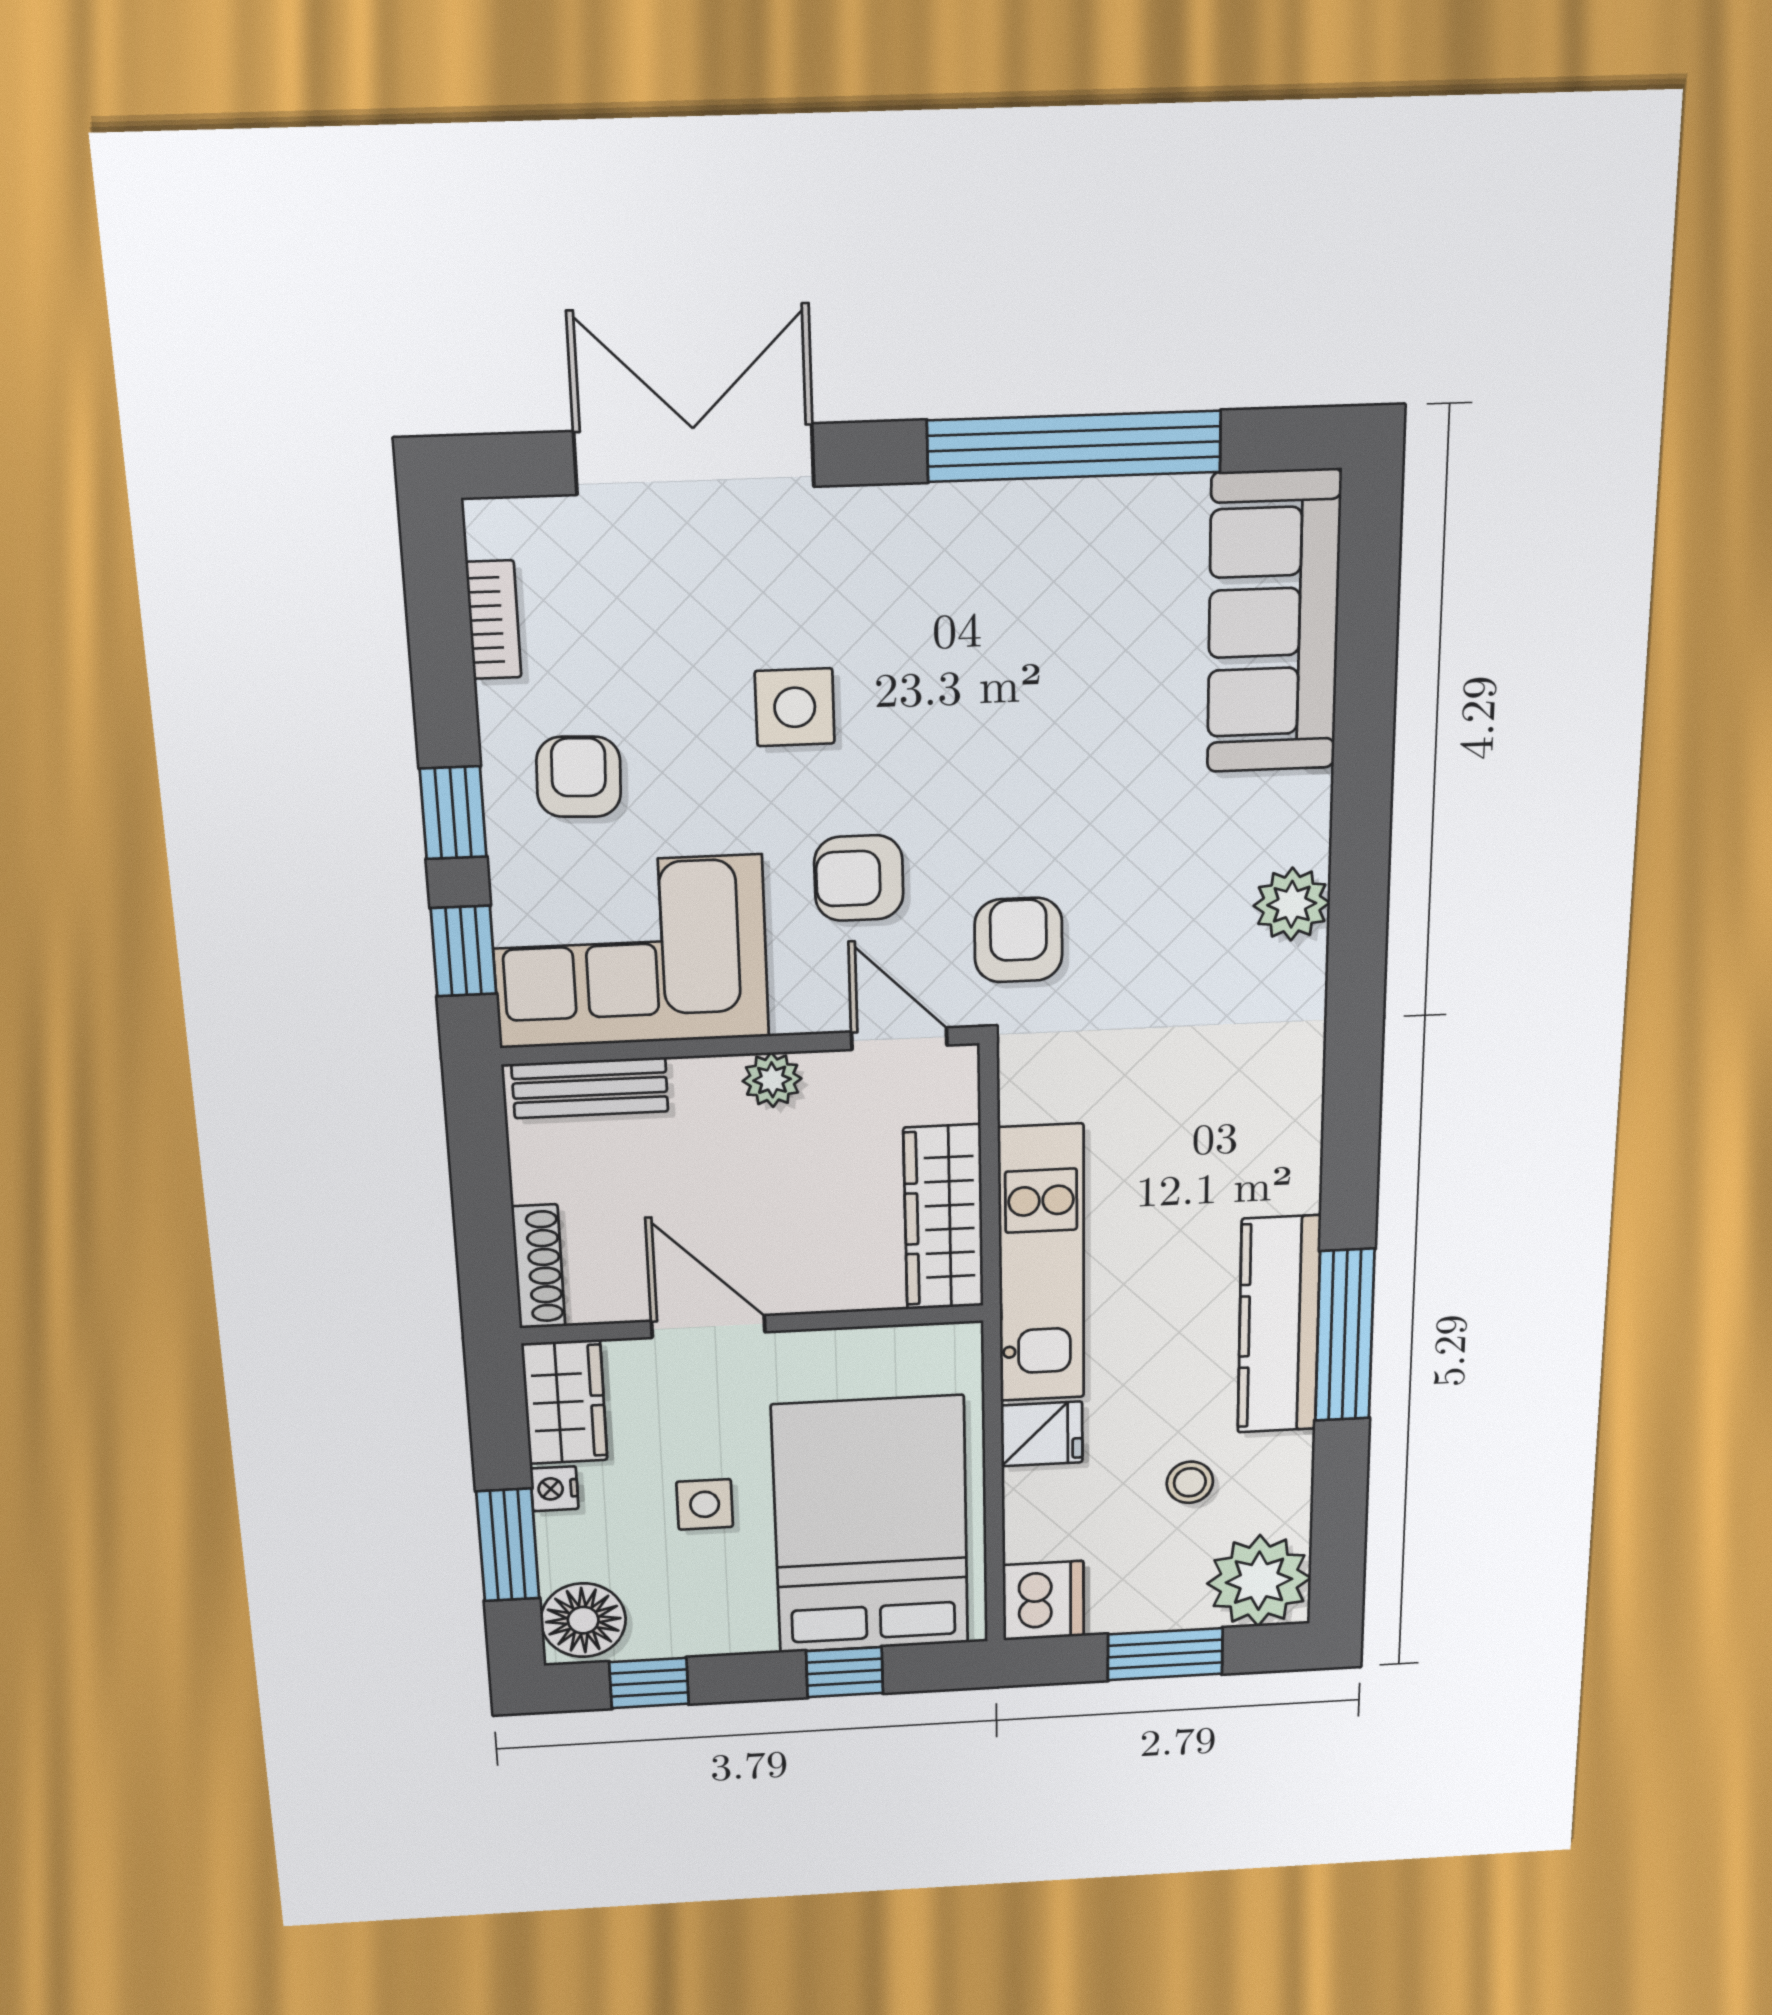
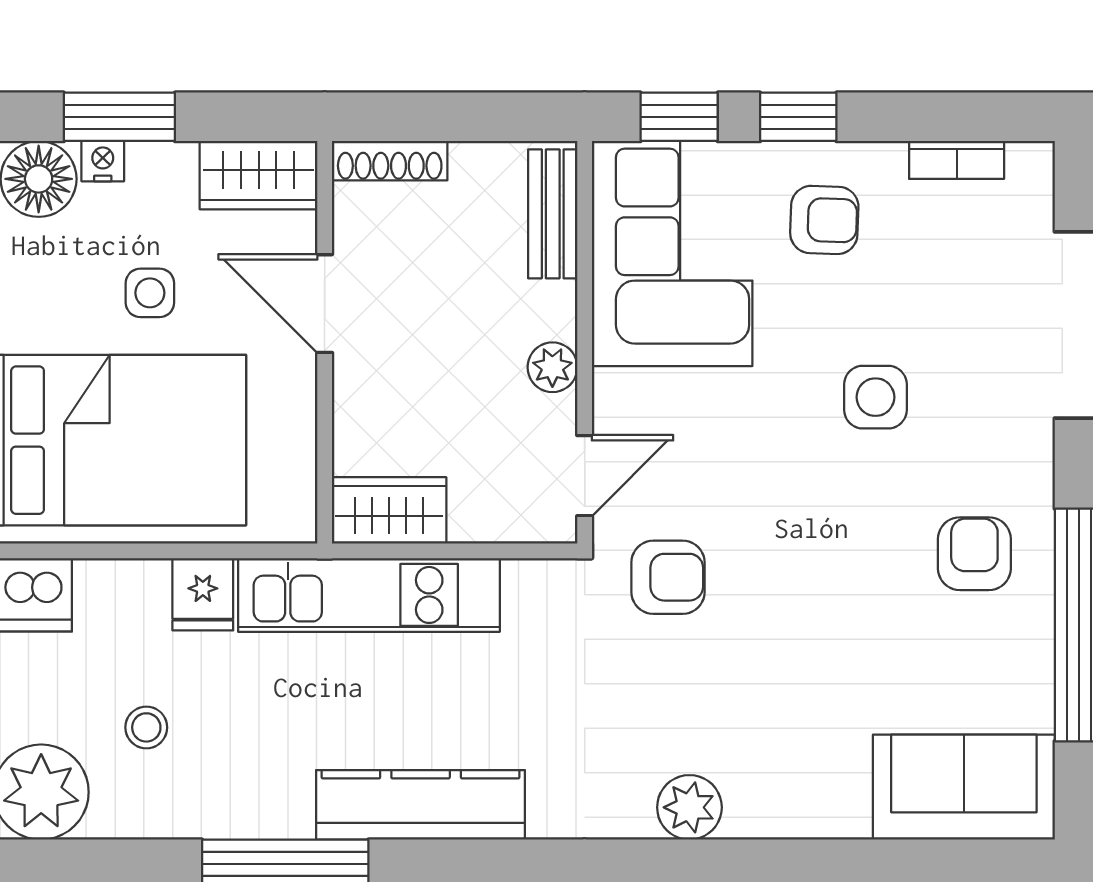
sofa: (1274, 622) -> (964, 787), width x0.73
armchair: (859, 878) -> (974, 554), moved
wardrobe: (944, 1217) -> (389, 510), width x0.67
kitchen counter: (1279, 1325) -> (421, 805), moved
door: (708, 1326) -> (325, 304), swing flipped
nightstand: (554, 1489) -> (103, 161), moved

